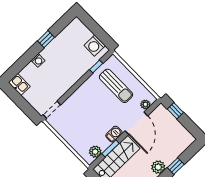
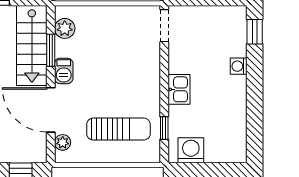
window: (46, 39) -> (255, 32), moved
kitchen sink: (19, 84) -> (179, 89), moved, turned -90
sun lounger: (116, 86) -> (118, 129), turned 180

